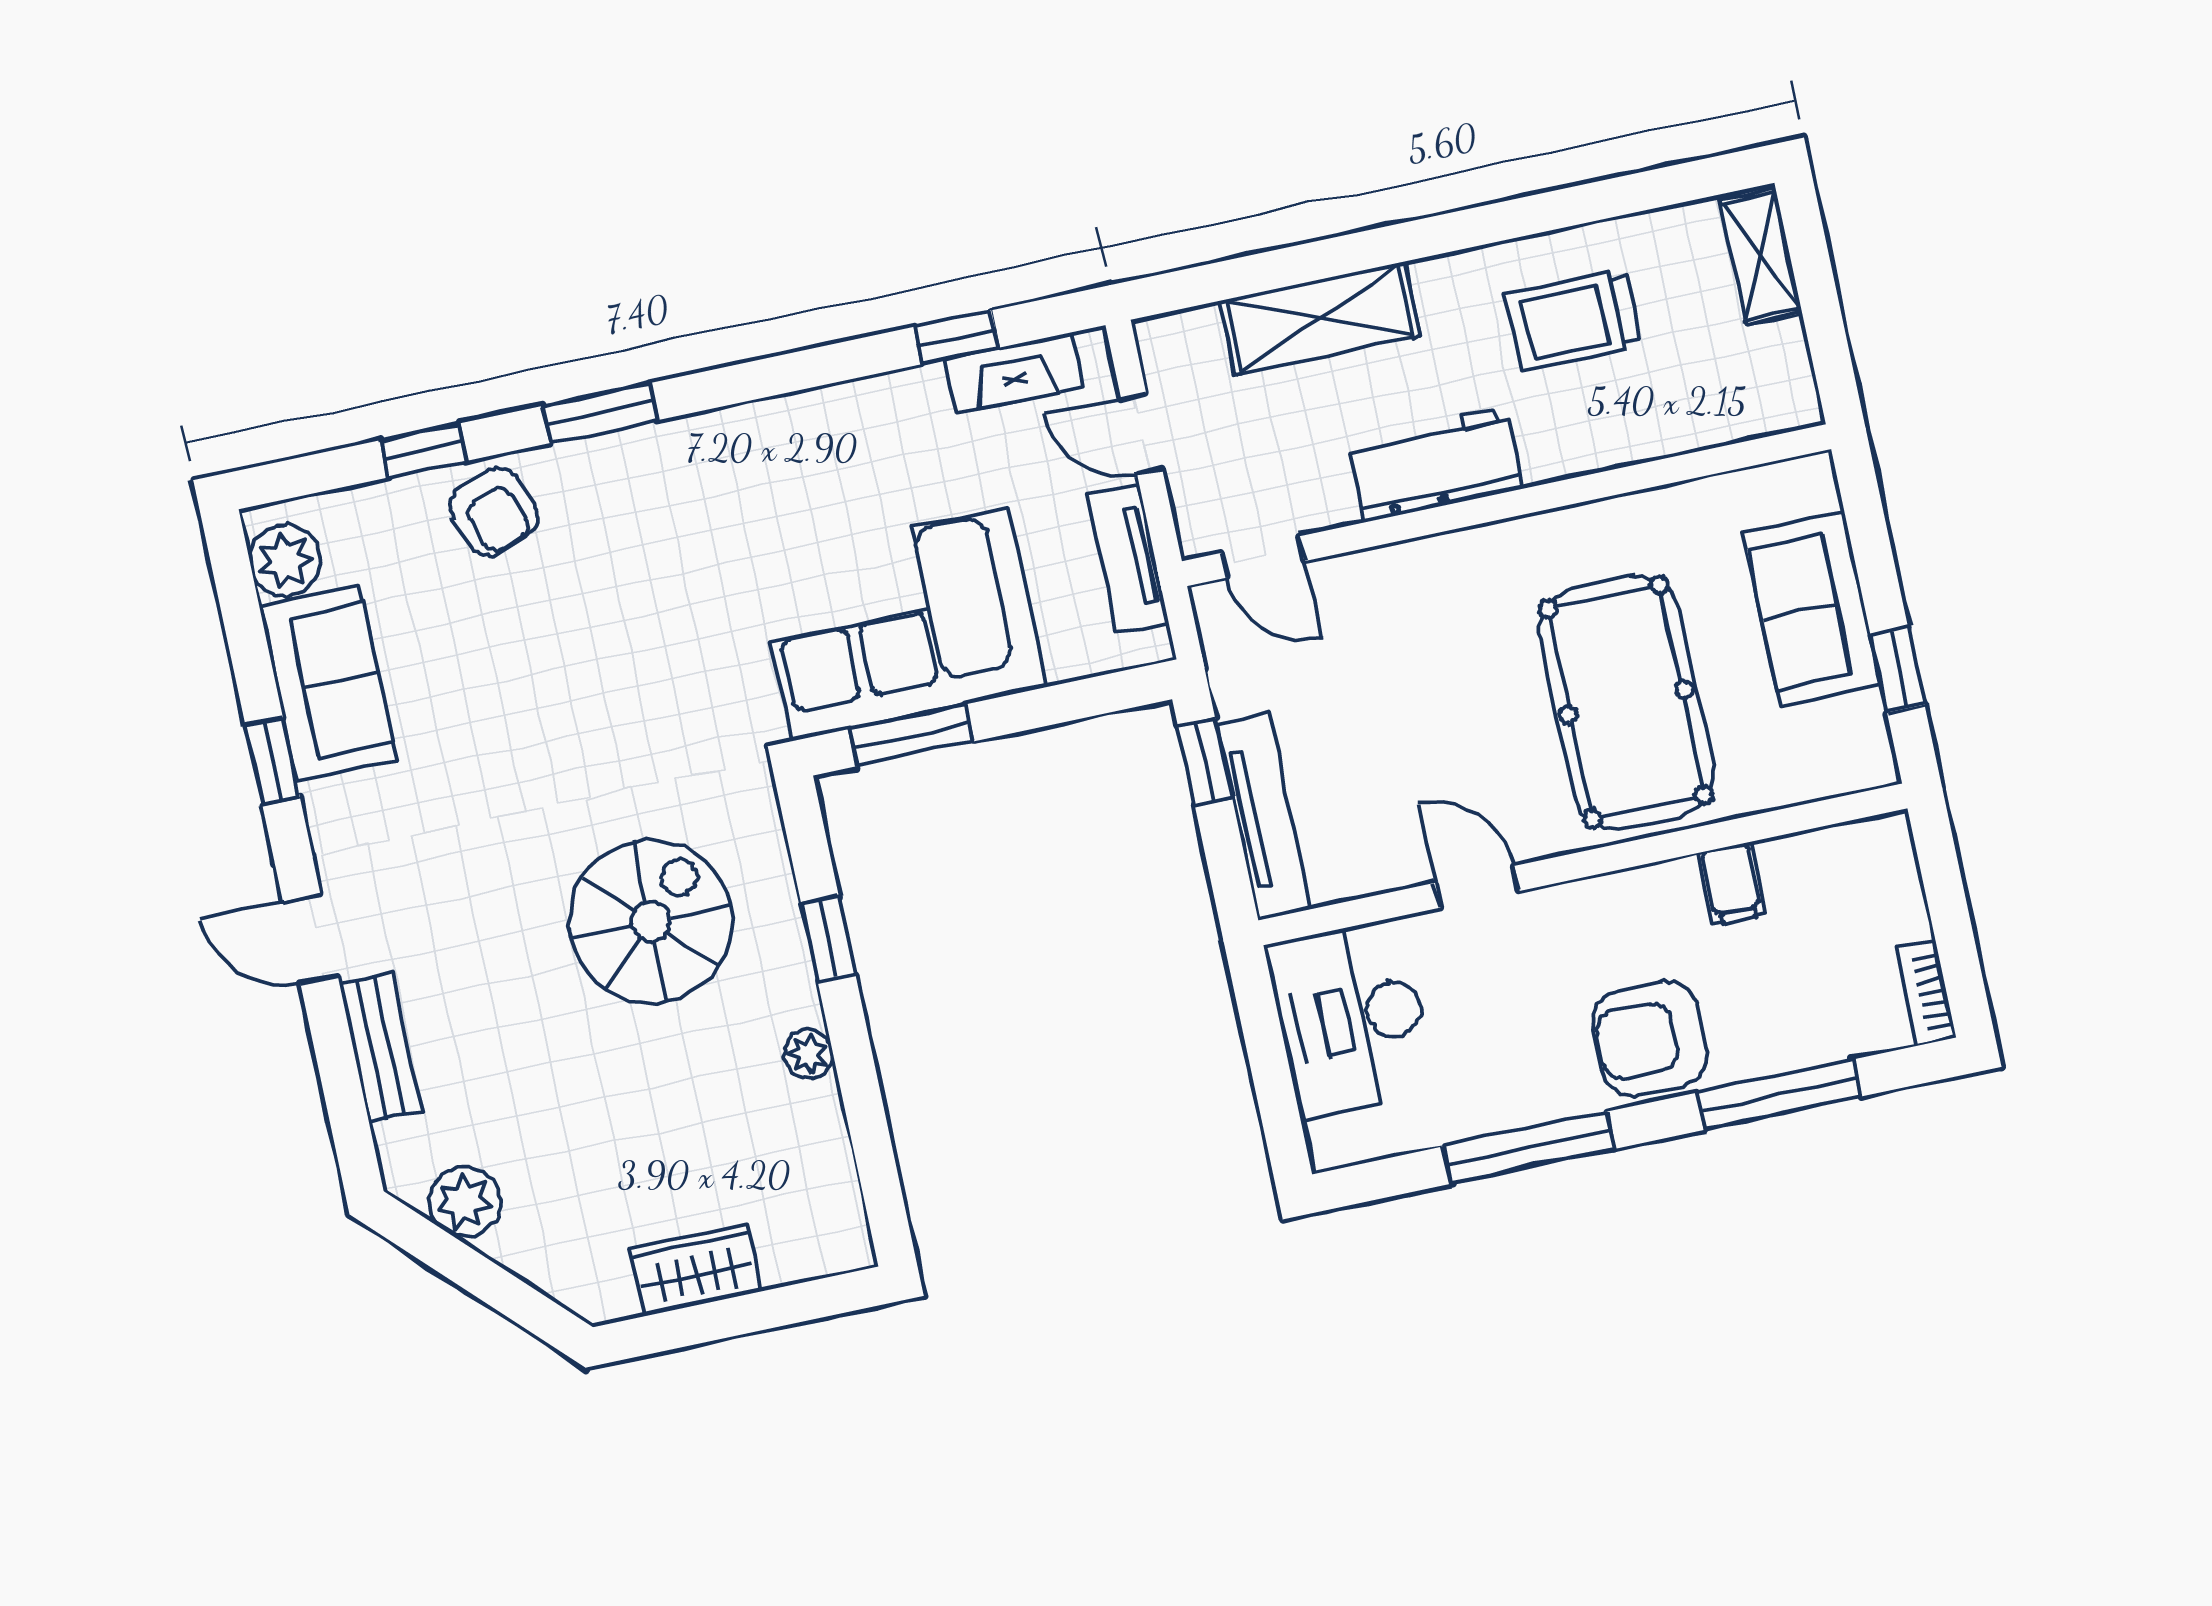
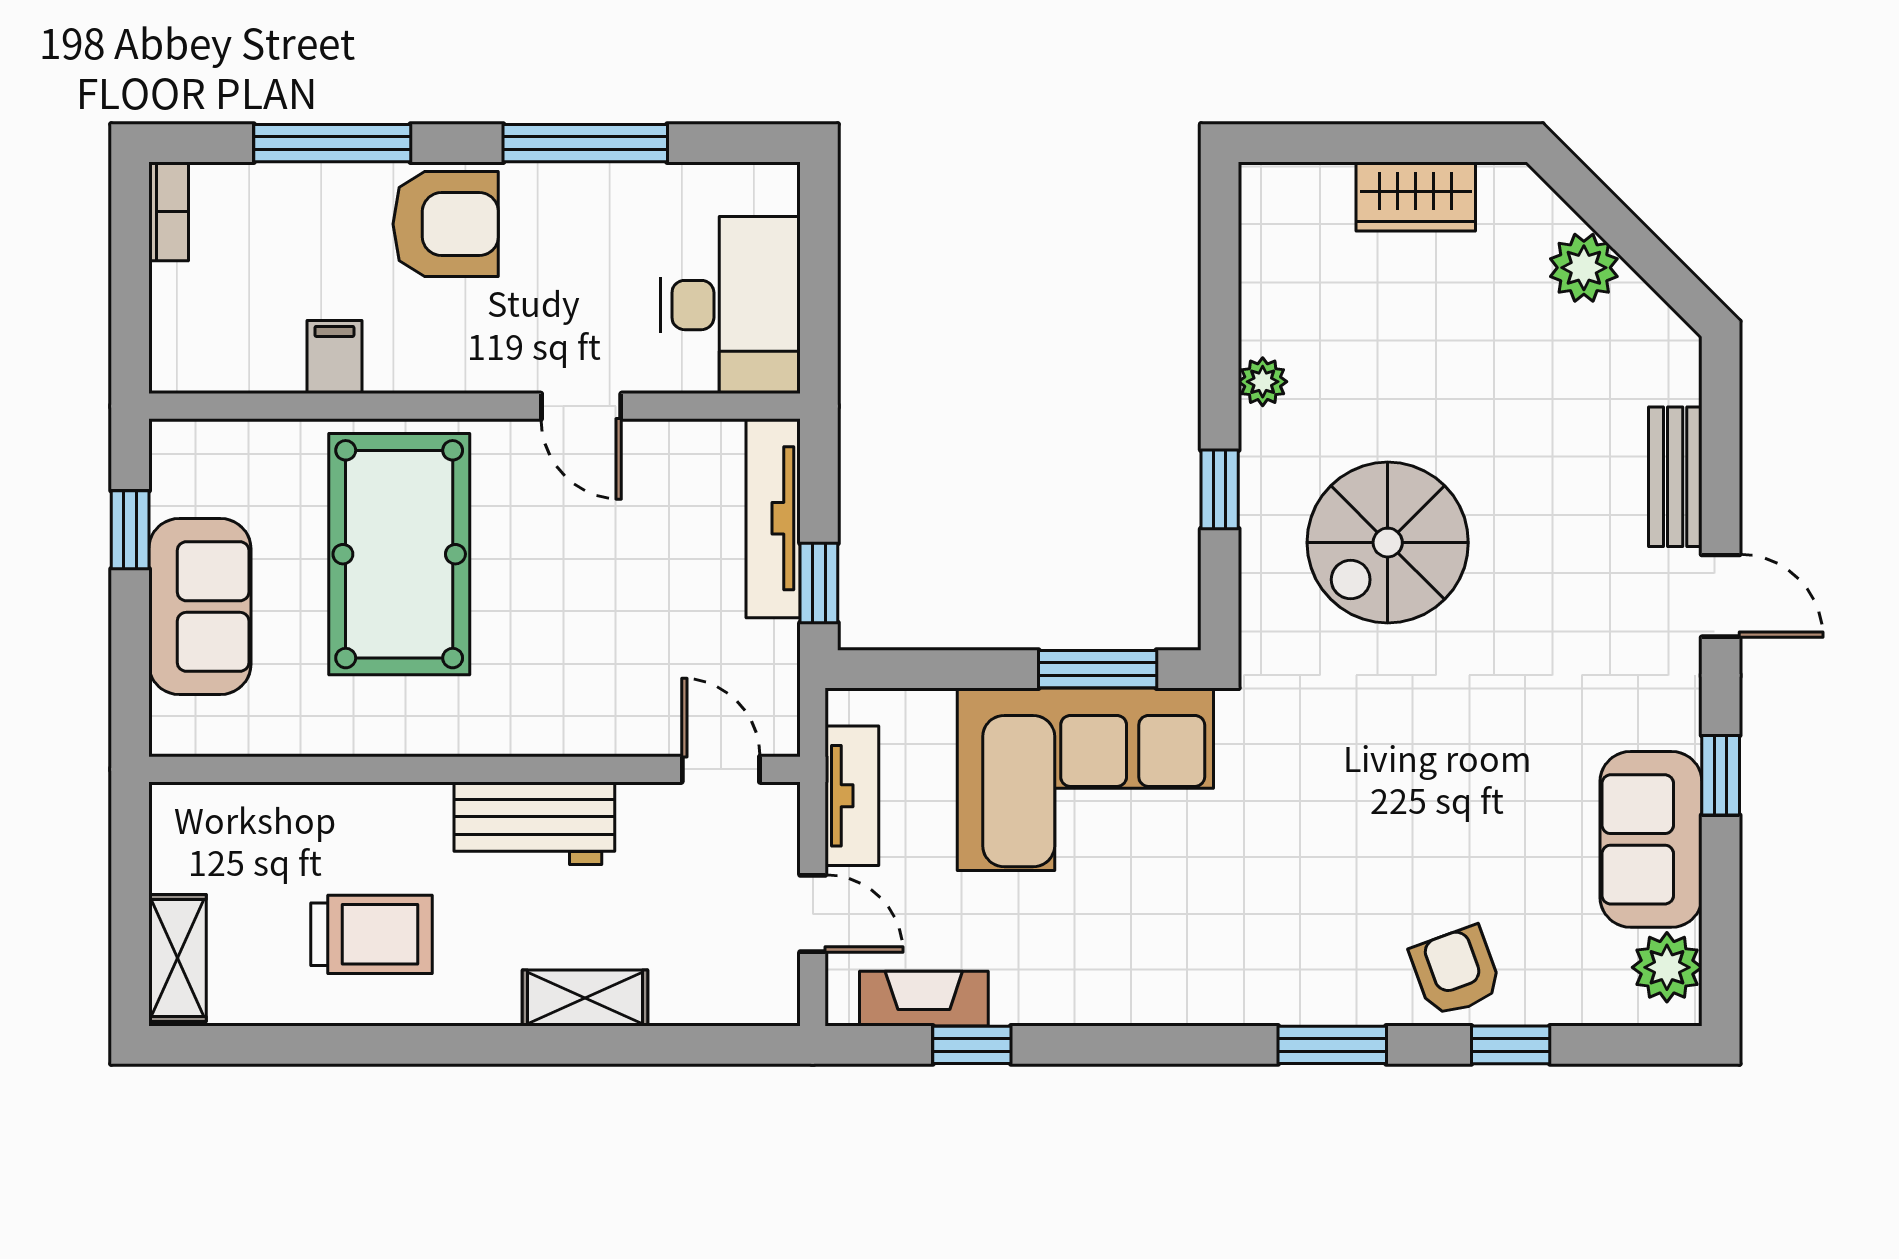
shelving: (1320, 318) -> (585, 998), width x0.67, depth x0.75
plant: (465, 1202) -> (1584, 268), moved

